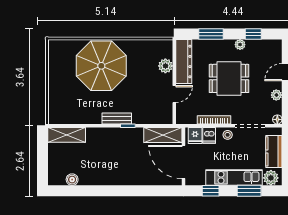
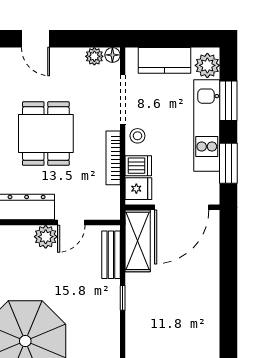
plant: (165, 66) -> (46, 237), moved
door: (174, 94) -> (71, 223), swing flipped
plant: (276, 95) -> (94, 56), moved
bench: (117, 119) -> (111, 255), moved
window: (211, 191) -> (228, 163), width x1.50

